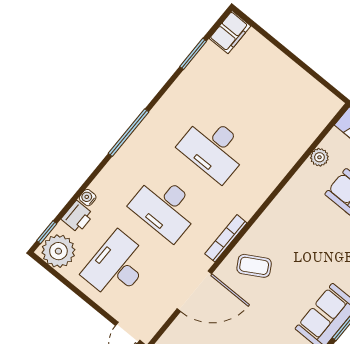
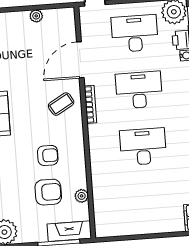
armchair: (315, 228) -> (48, 155), added
desk: (117, 266) -> (135, 33), turned -90

